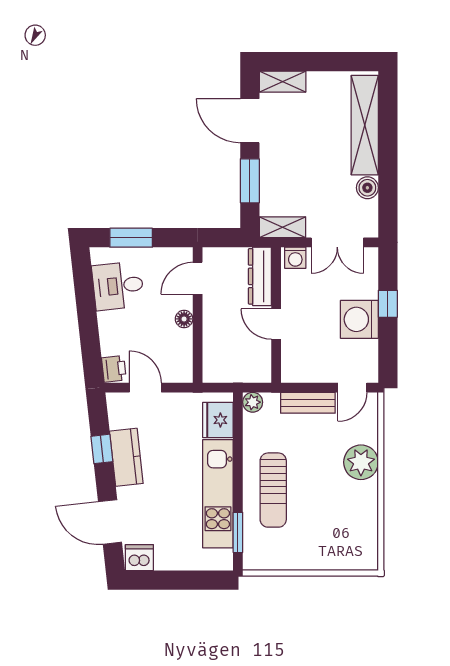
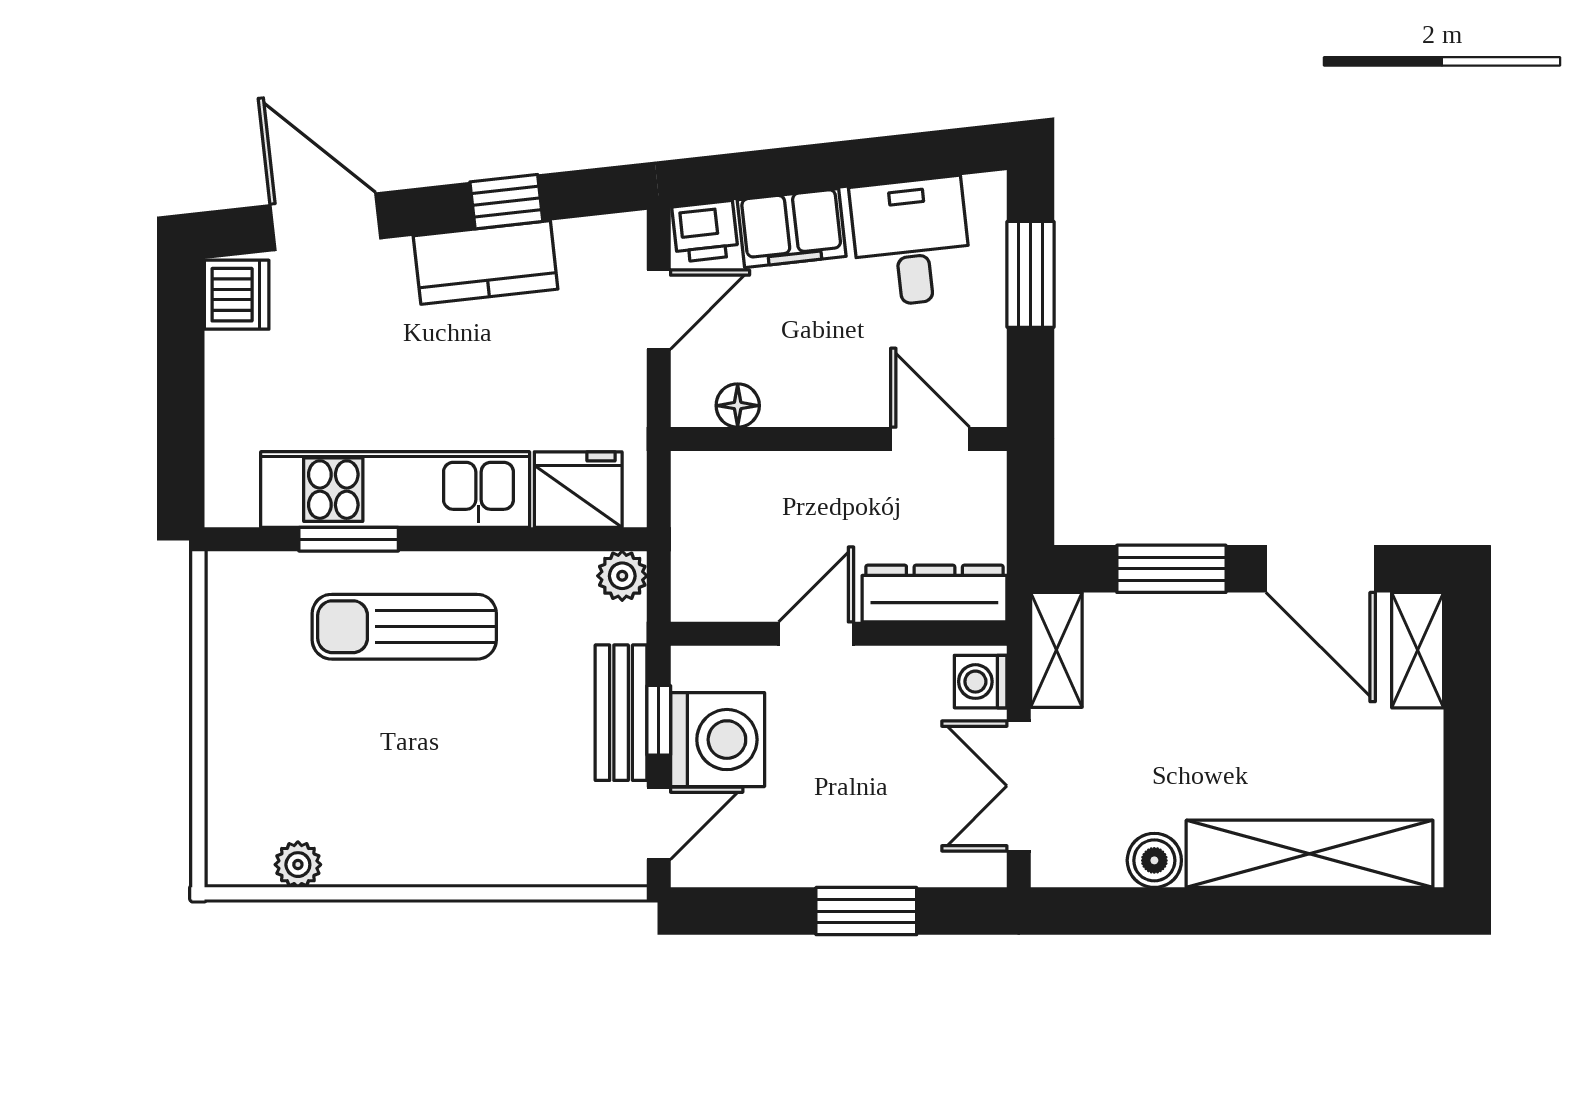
door: (250, 121) -> (1321, 569), swing flipped
window: (388, 304) -> (866, 911), width x1.50
floor lamp: (184, 319) -> (738, 406), moved
washing machine: (359, 319) -> (718, 740), moved, turned 90
filing cabinet: (113, 334) -> (792, 228), added
window: (311, 388) -> (659, 720), added
door: (352, 388) -> (659, 823), swing flipped
plant: (361, 462) -> (298, 865), moved, width x0.53, depth x0.53
door: (110, 522) -> (325, 222), hinge flipped
window: (238, 532) -> (349, 539), moved

